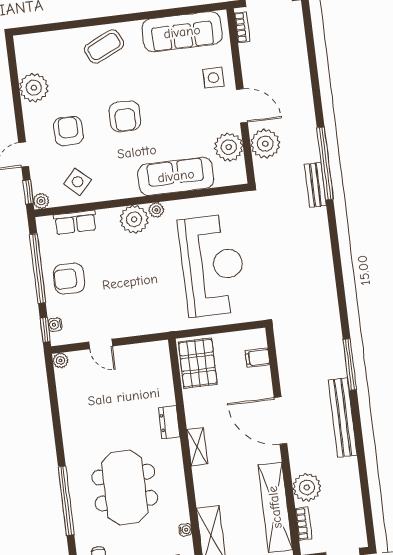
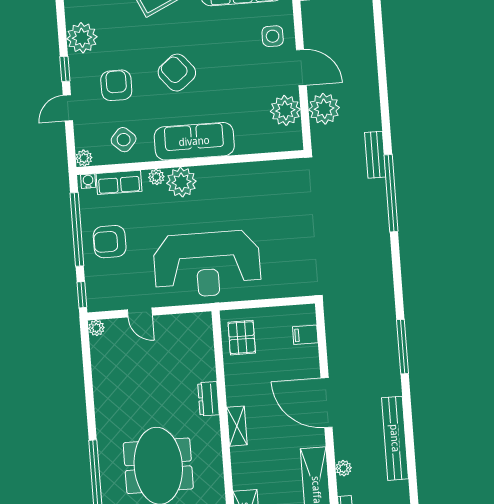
armchair: (125, 116) -> (177, 73), turned 141
window: (325, 163) -> (391, 193), moved
sofa: (176, 176) -> (194, 141), moved
window: (28, 192) -> (65, 69), moved
plant: (156, 210) -> (156, 177), moved
reception desk: (212, 265) -> (207, 264), moved, turned 90
water cooler: (55, 325) -> (88, 181), moved, turned 90
pallet: (198, 363) -> (242, 338), width x0.67, depth x0.71
bench: (343, 418) -> (395, 438), moved
plant: (307, 487) -> (344, 468), width x0.53, depth x0.53

